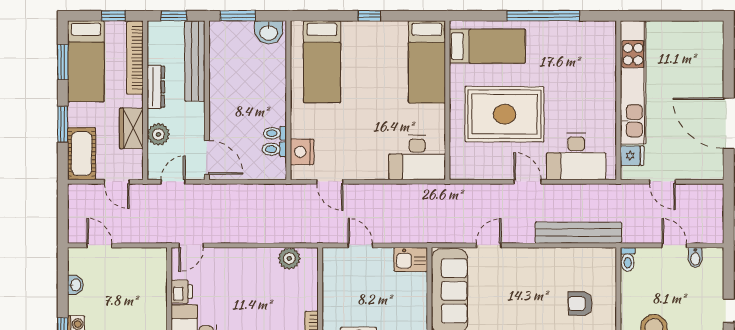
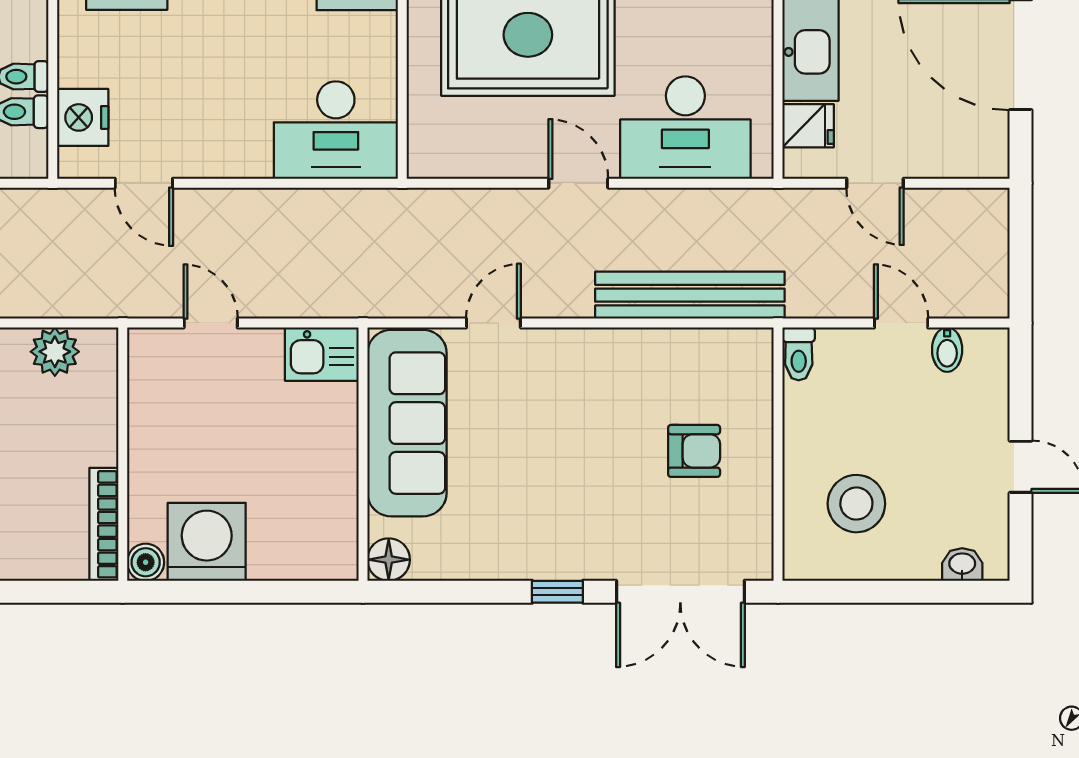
armchair: (580, 304) -> (694, 451), turned 180

